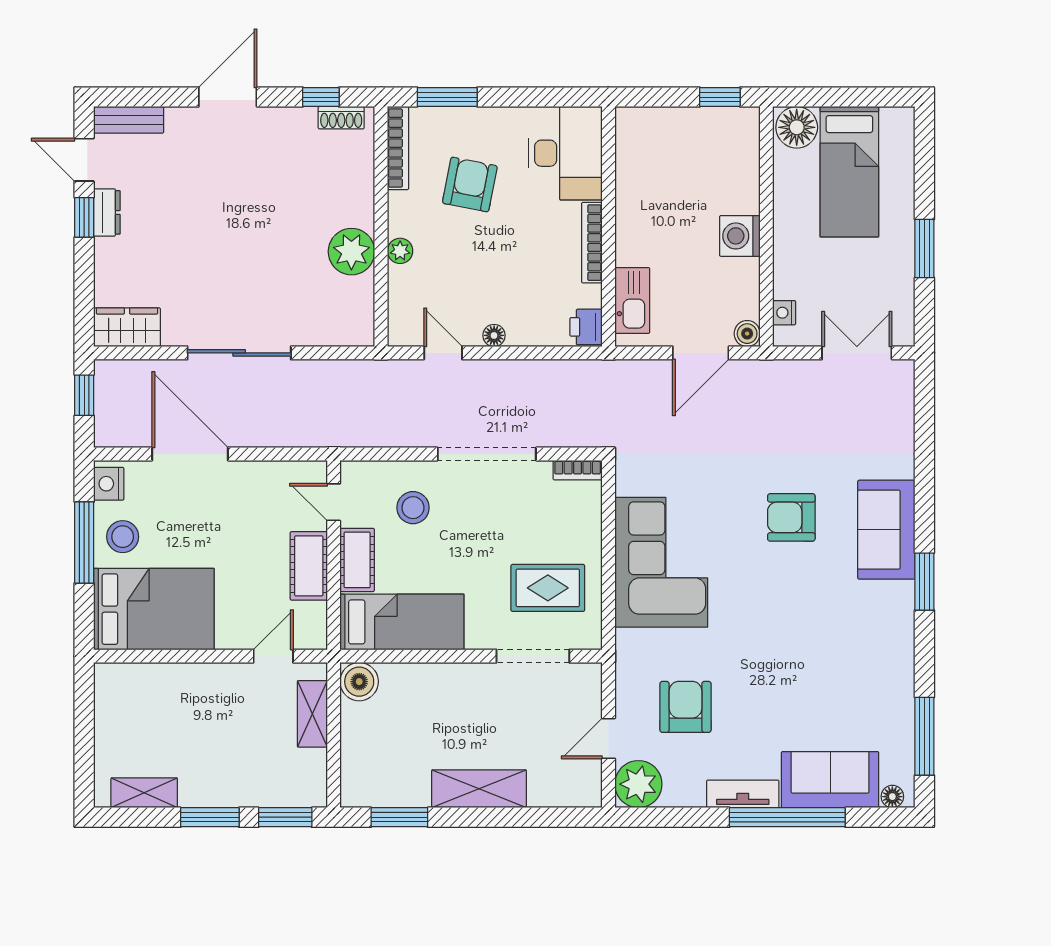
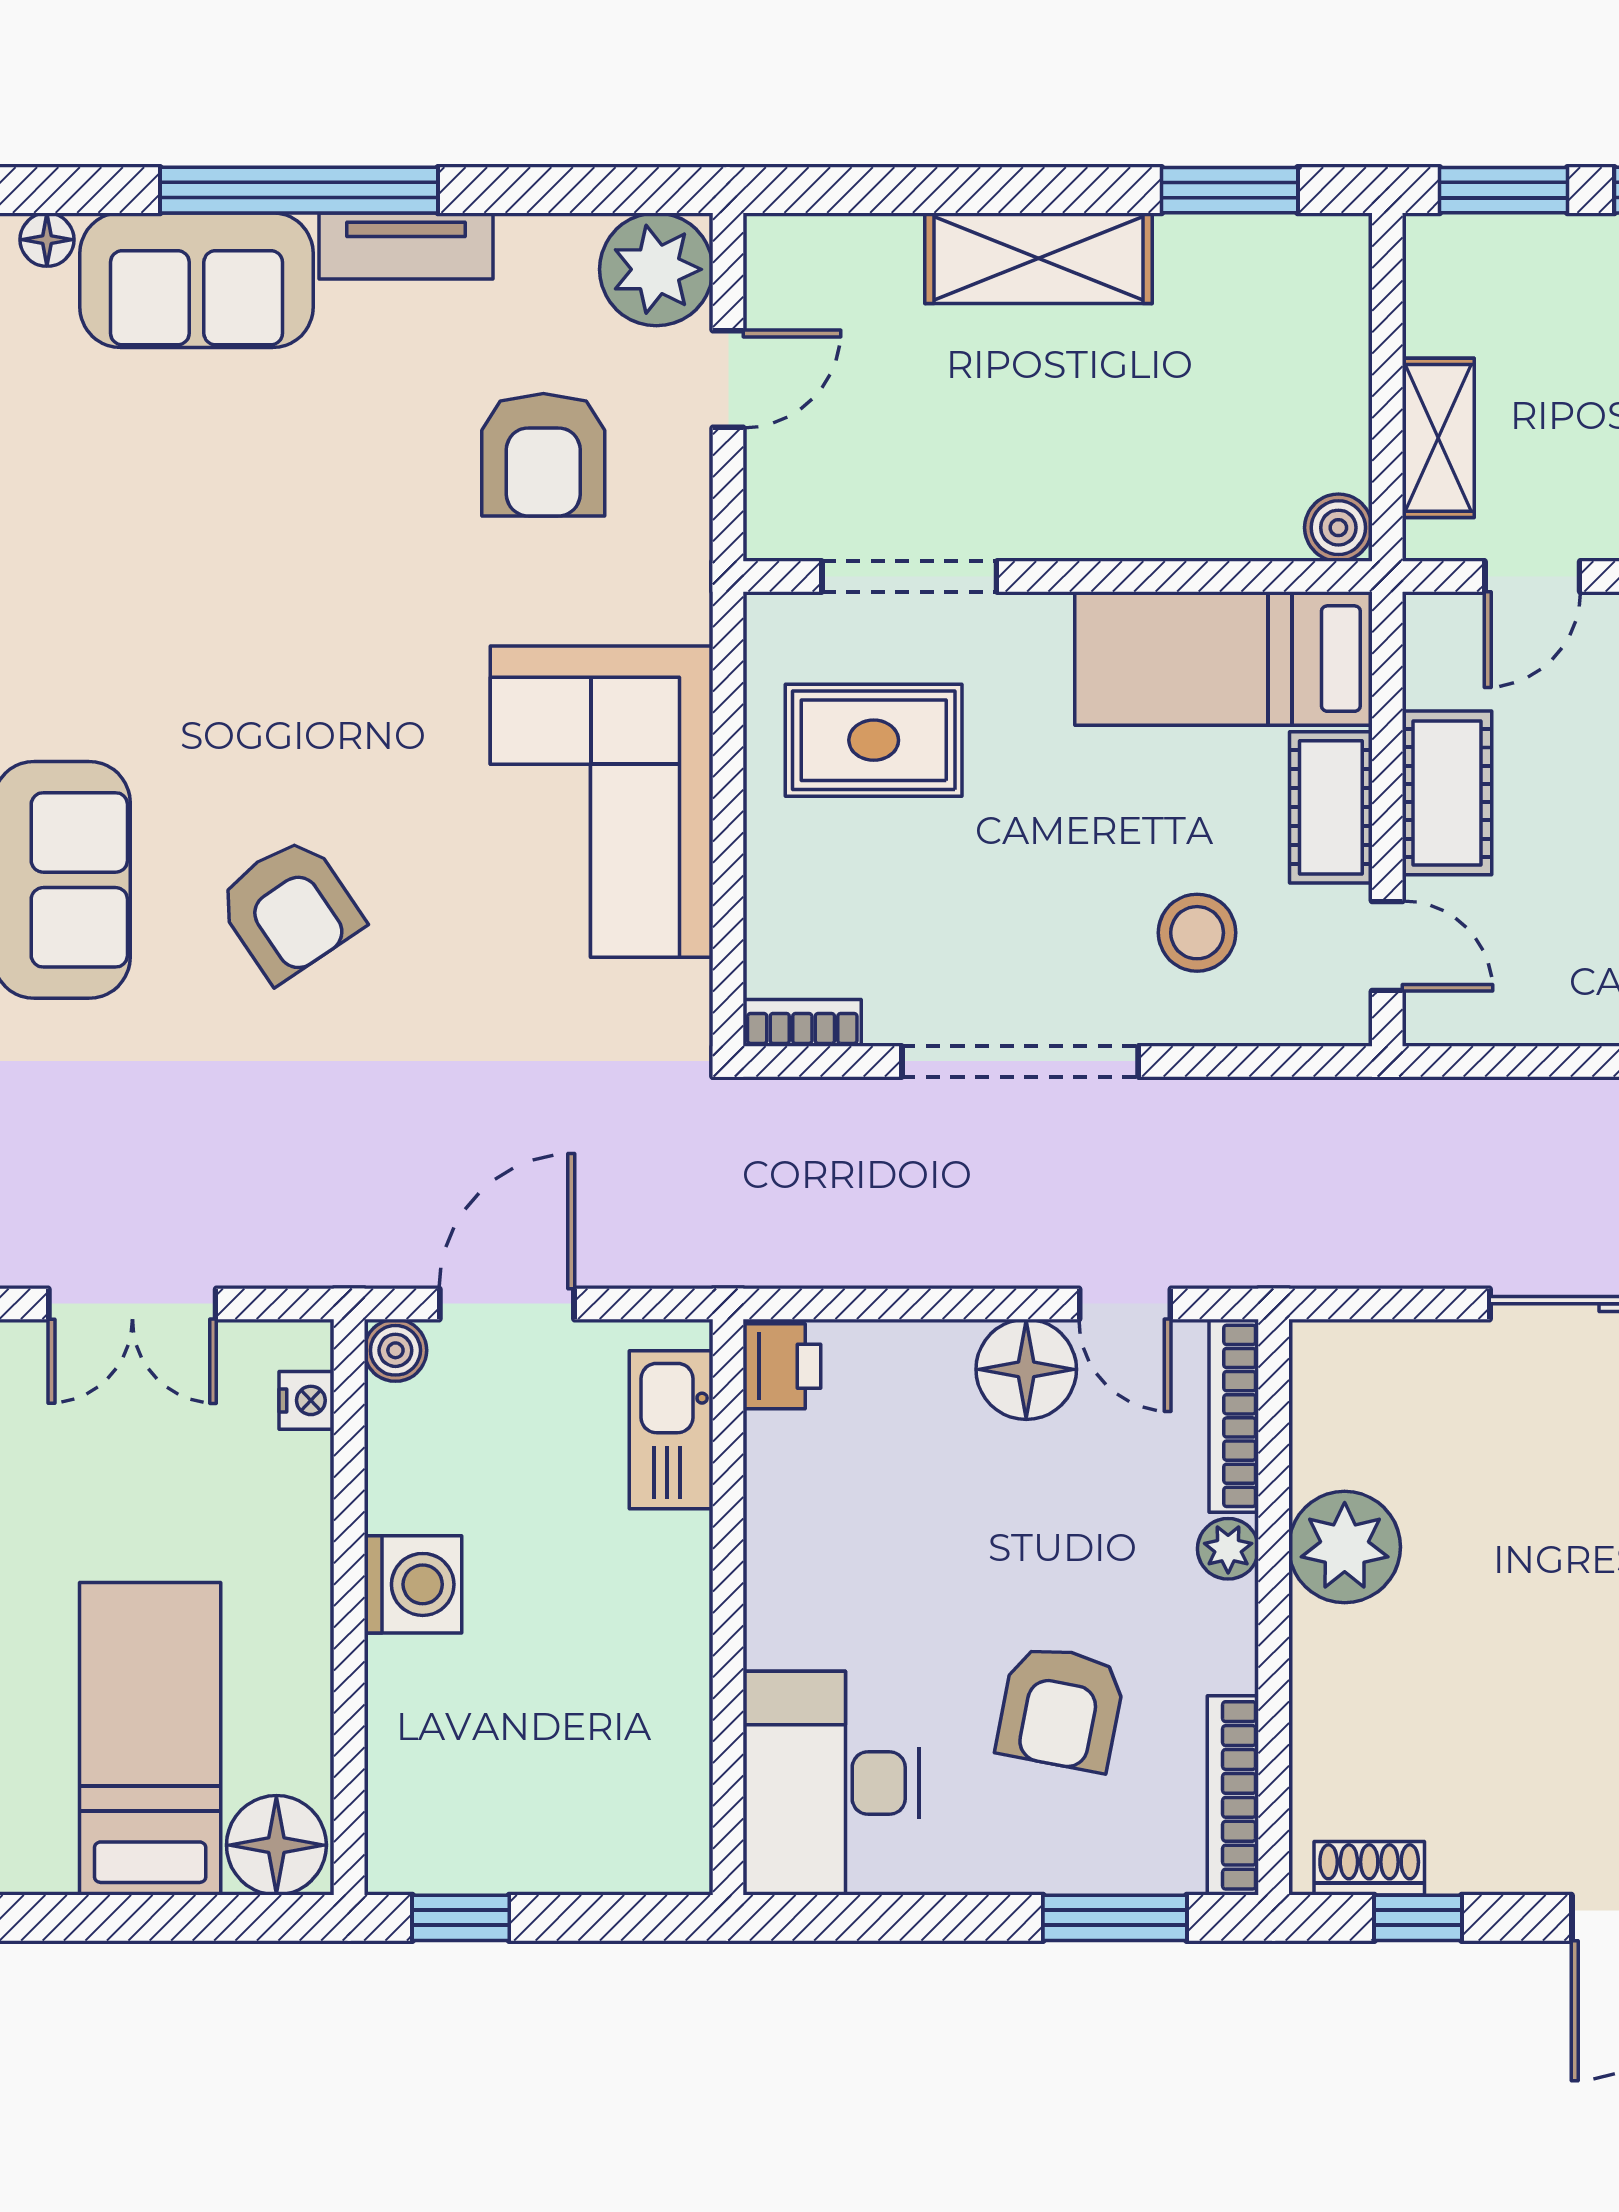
bookcase: (592, 243) -> (1234, 1416), moved, turned 180
floor lamp: (494, 335) -> (1026, 1369), width x1.89, depth x1.89
armchair: (791, 517) -> (289, 909), turned 56
boiler: (359, 682) -> (1338, 528), width x0.73, depth x0.73

